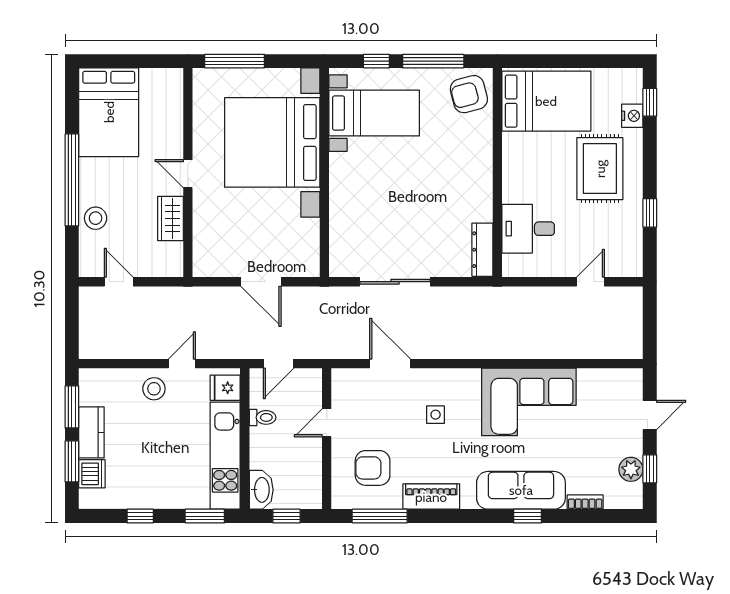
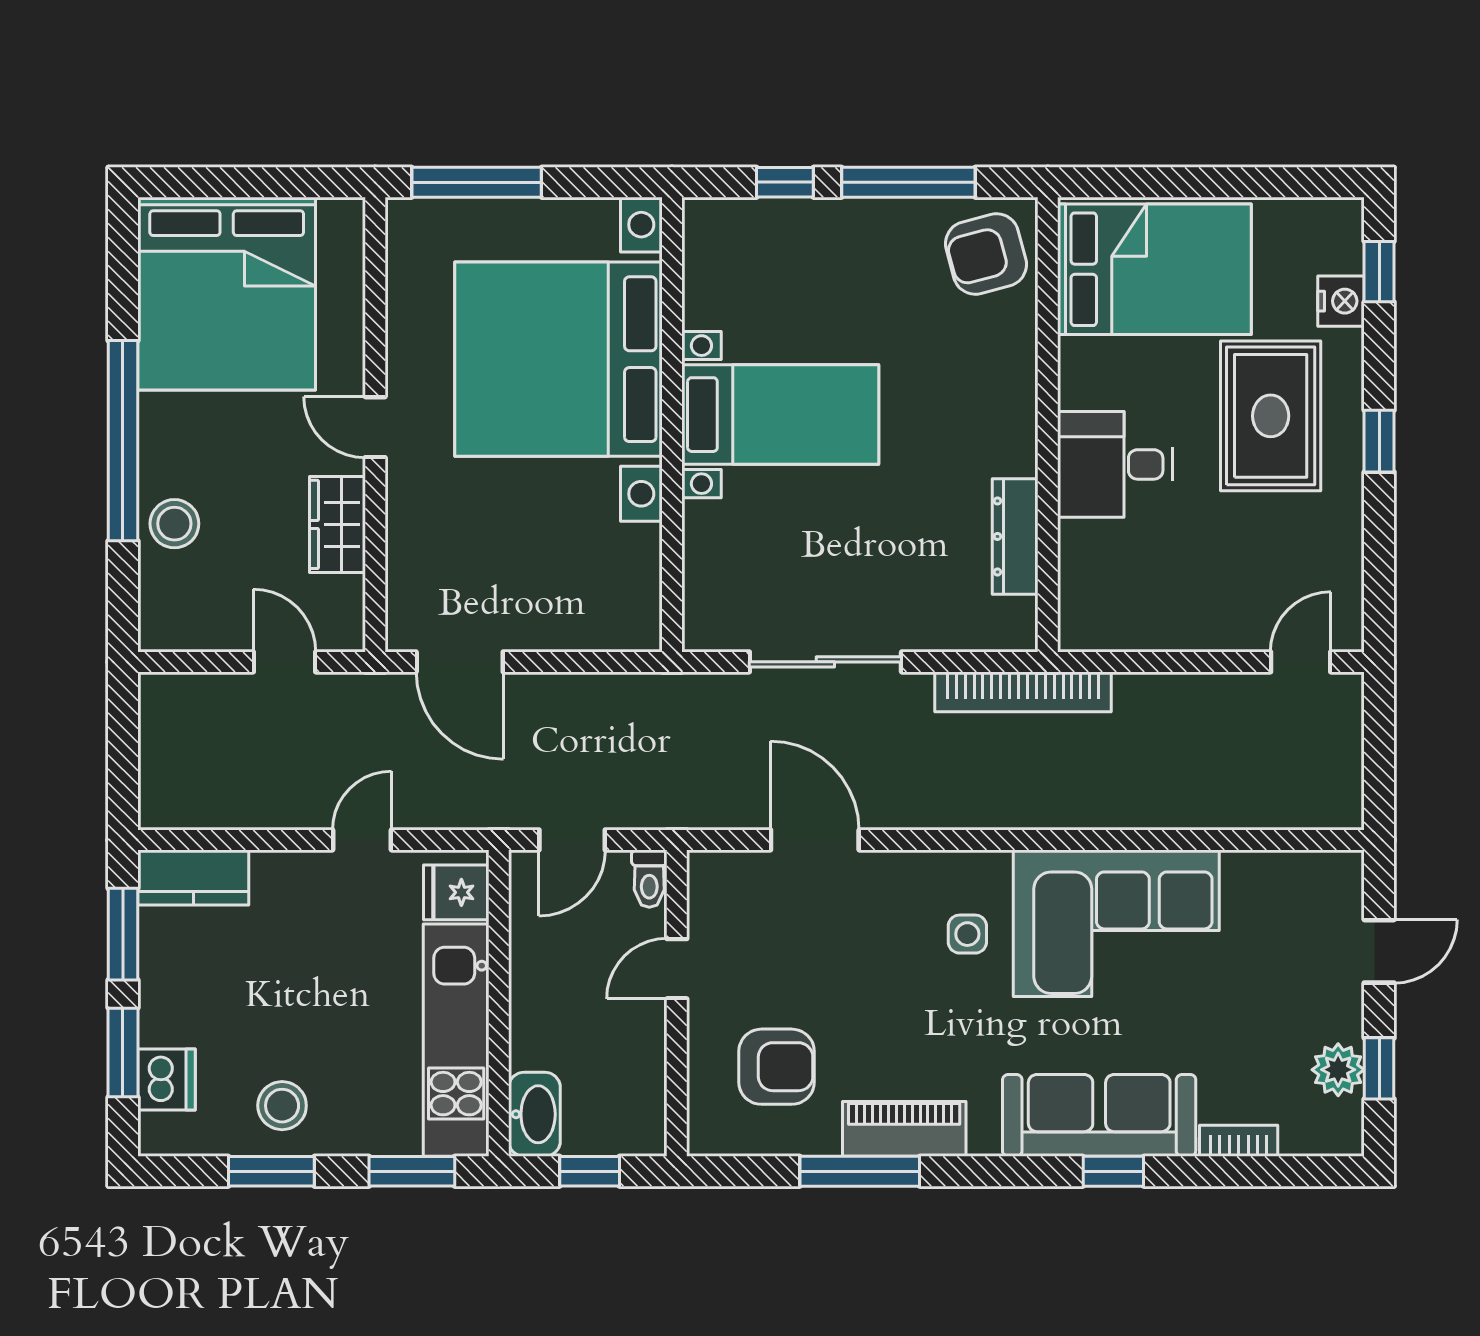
bed: (109, 112) -> (227, 294), width x1.36
bed with nightstands: (374, 113) -> (780, 415), moved
window: (650, 213) -> (1379, 441), moved
desk: (528, 229) -> (1115, 464), moved
dresser: (482, 250) -> (1015, 536), moved
door: (119, 282) -> (285, 662), moved
door: (261, 282) -> (460, 662), moved
door: (591, 282) -> (1301, 662), moved
bookcase: (486, 295) -> (1023, 692), added
stool: (154, 389) -> (282, 1106), moved
side table: (436, 415) -> (967, 934), moved
toilet: (263, 417) -> (649, 879), moved, turned 90
kitchen counter: (91, 432) -> (193, 877), moved, turned 90
armchair: (373, 468) -> (777, 1067), turned 180
window: (140, 516) -> (271, 1171), width x1.50
window: (380, 516) -> (860, 1171), moved

